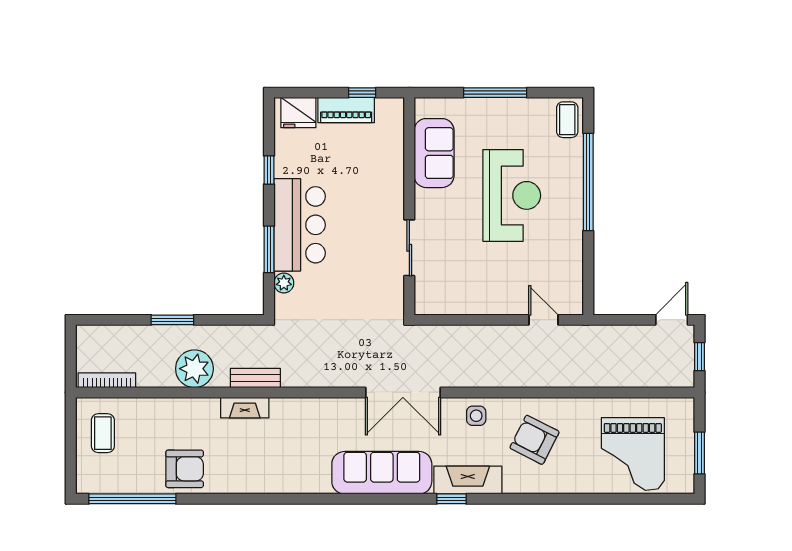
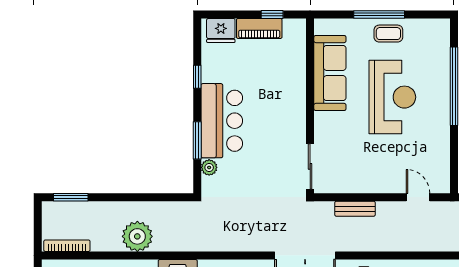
coffee table: (567, 120) -> (388, 34), moved, turned 90
sofa: (434, 153) -> (330, 73), width x1.36
sliding door: (409, 248) -> (310, 166), moved
window: (172, 320) -> (71, 197), moved
bench: (255, 378) -> (355, 209), moved

